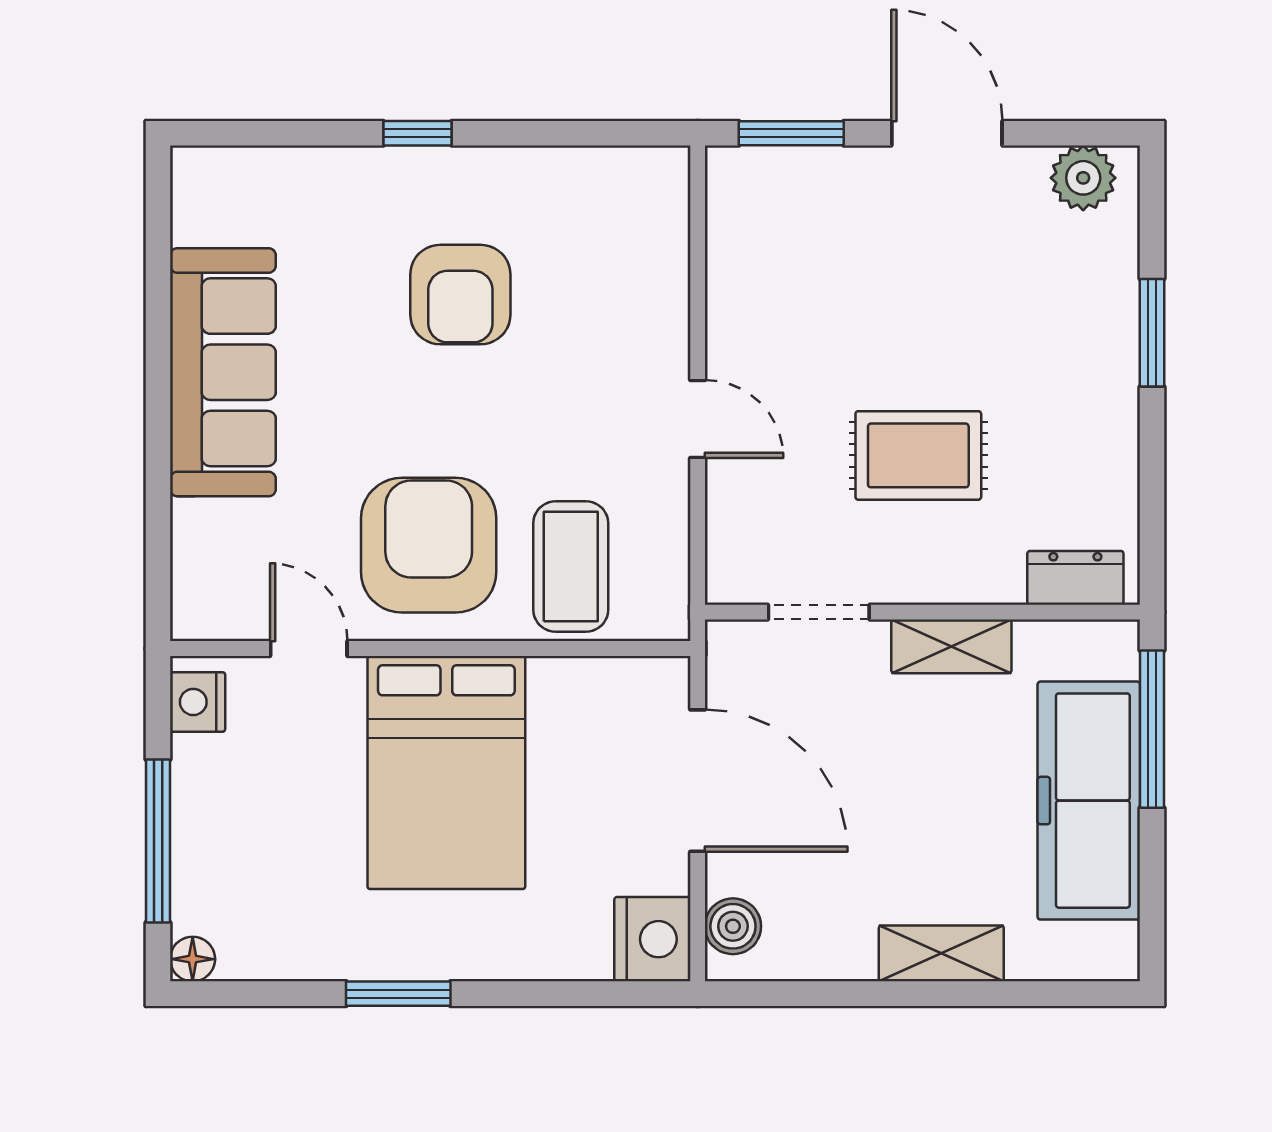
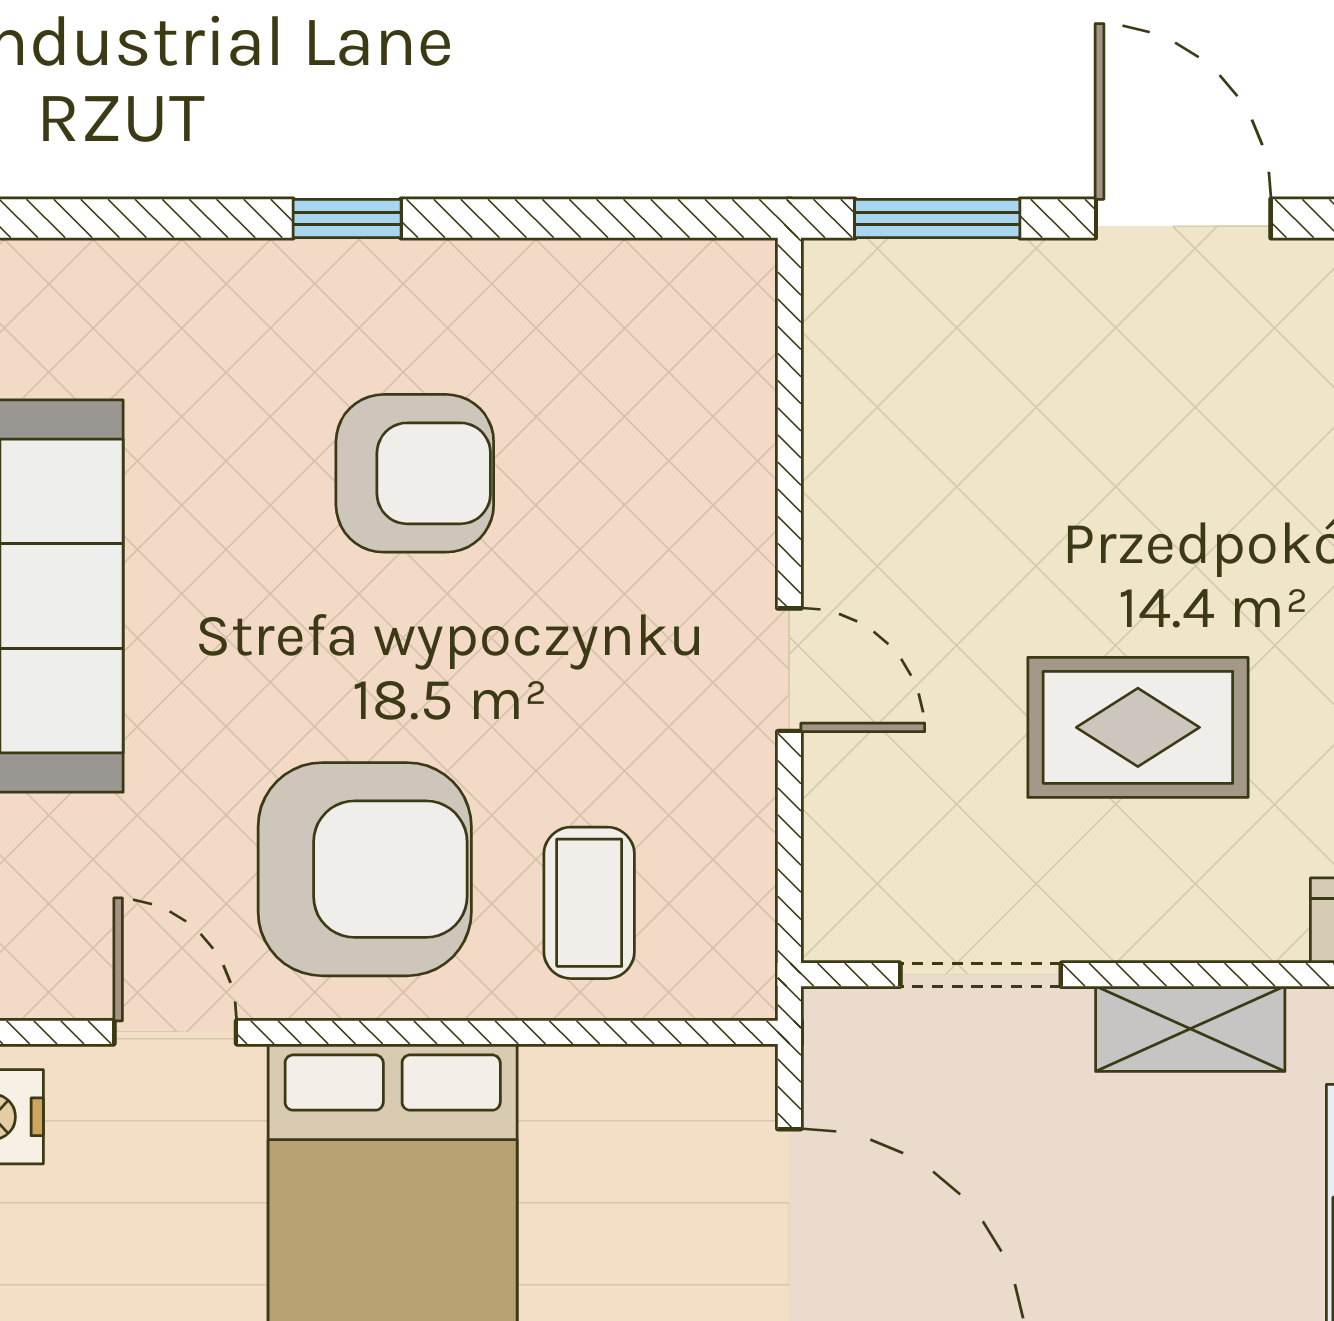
armchair: (460, 295) -> (415, 473), turned -90
armchair: (429, 545) -> (365, 869), turned 90
coffee table: (571, 567) -> (589, 903), width x0.73, depth x0.77

